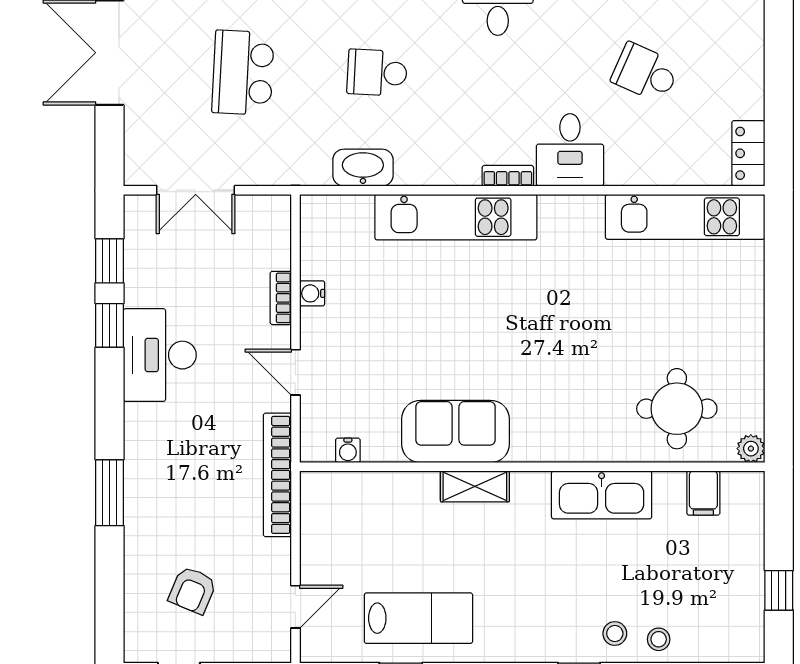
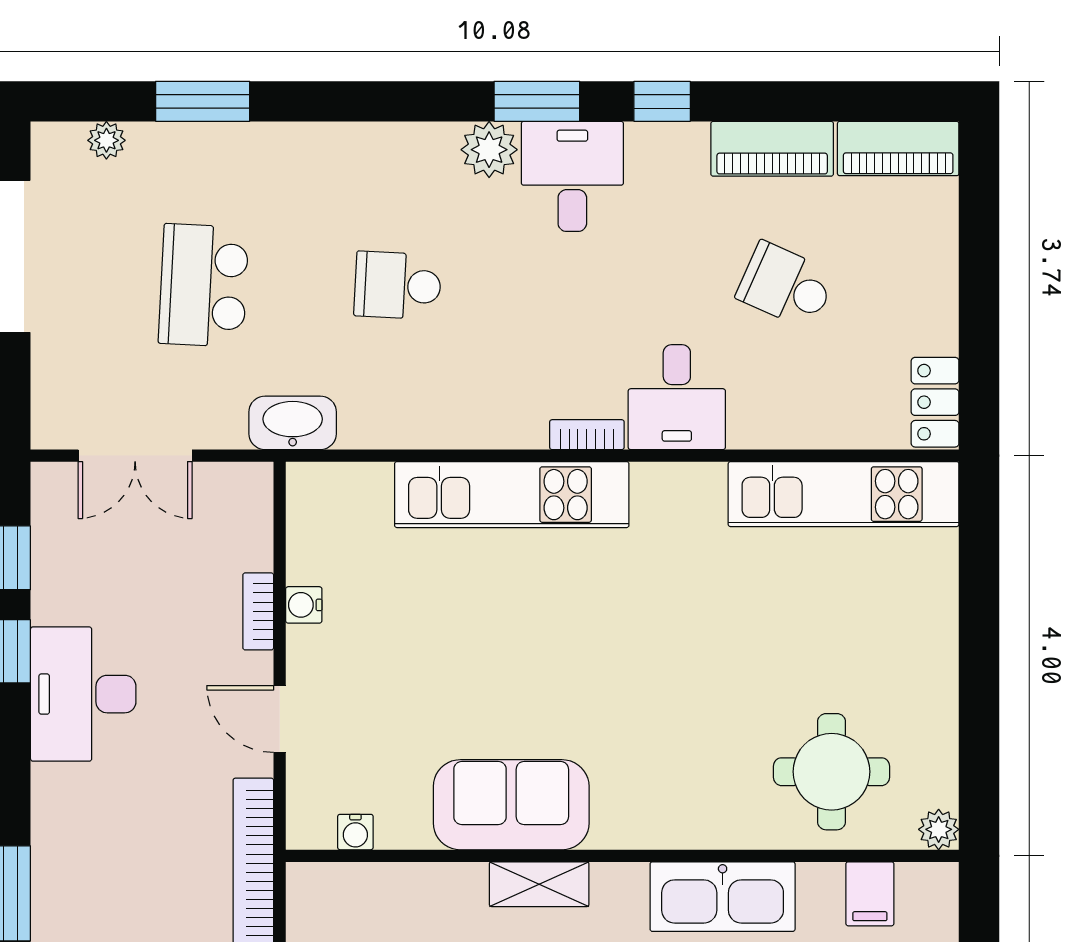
washbasin: (363, 168) -> (293, 423), moved

